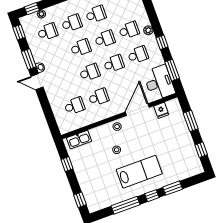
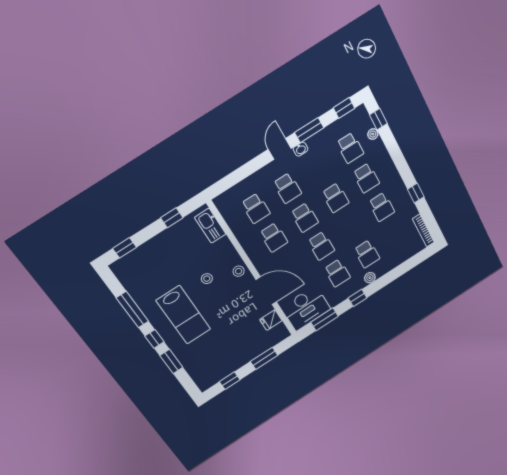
school desk: (105, 39) -> (287, 188), moved

